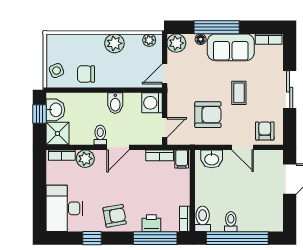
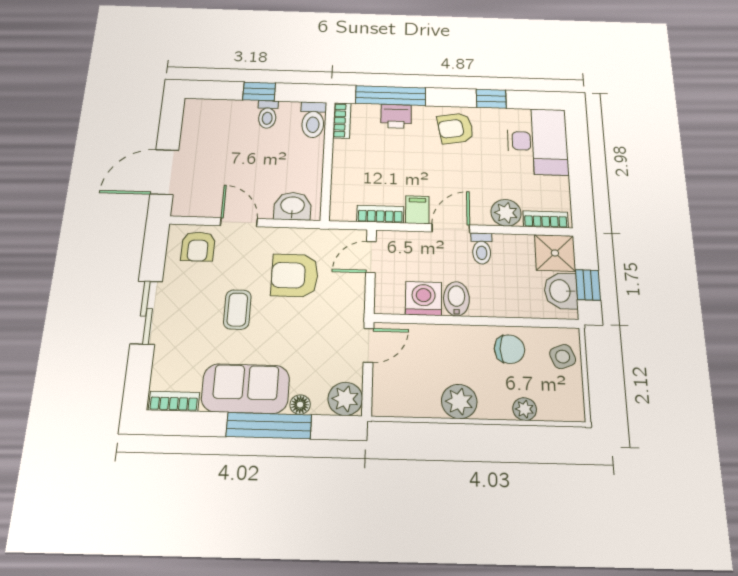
plant: (149, 40) -> (525, 409), moved
washing machine: (152, 103) -> (424, 298), moved, turned -90
filing cabinet: (182, 159) -> (417, 210), moved
window: (237, 238) -> (259, 91), width x0.32

